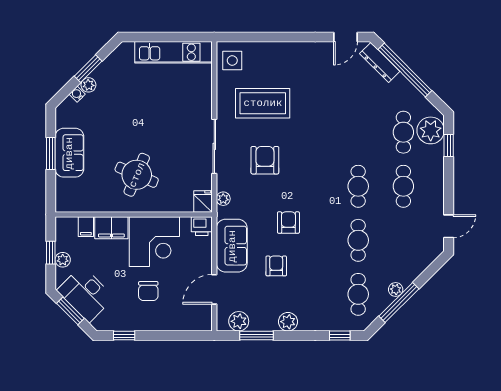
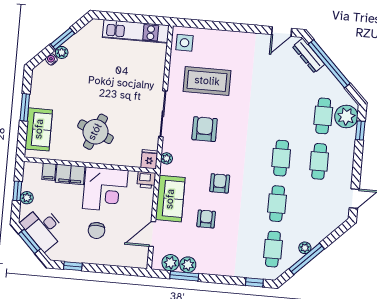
sofa: (69, 153) -> (39, 129), moved
plant: (288, 322) -> (188, 265), moved

